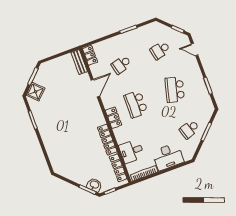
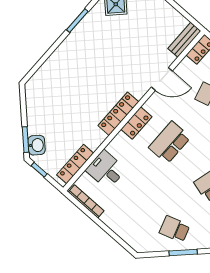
locker: (107, 140) -> (118, 114), moved
desk: (168, 157) -> (124, 220), removed

